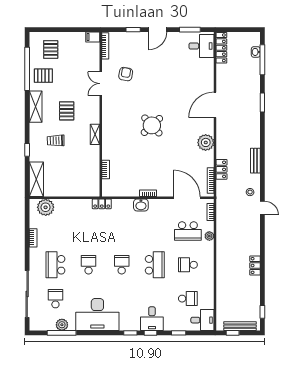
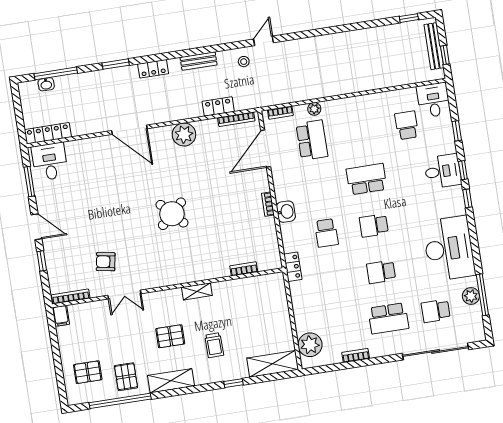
school desk: (188, 265) -> (326, 233), moved
locker: (255, 266) -> (153, 69), moved

